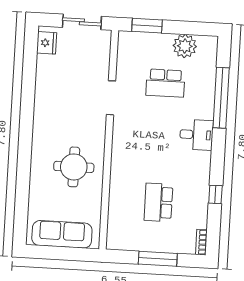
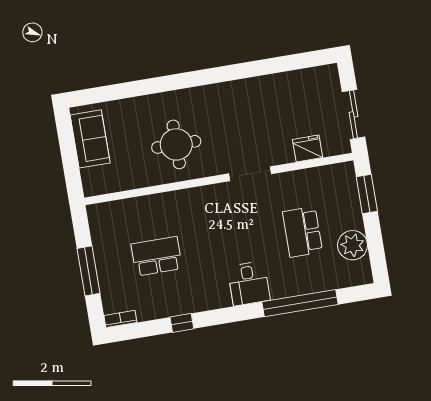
fridge: (47, 43) -> (308, 148), moved, turned 180
doorway: (111, 98) -> (250, 174), moved
sofa: (62, 234) -> (90, 139), width x0.73

